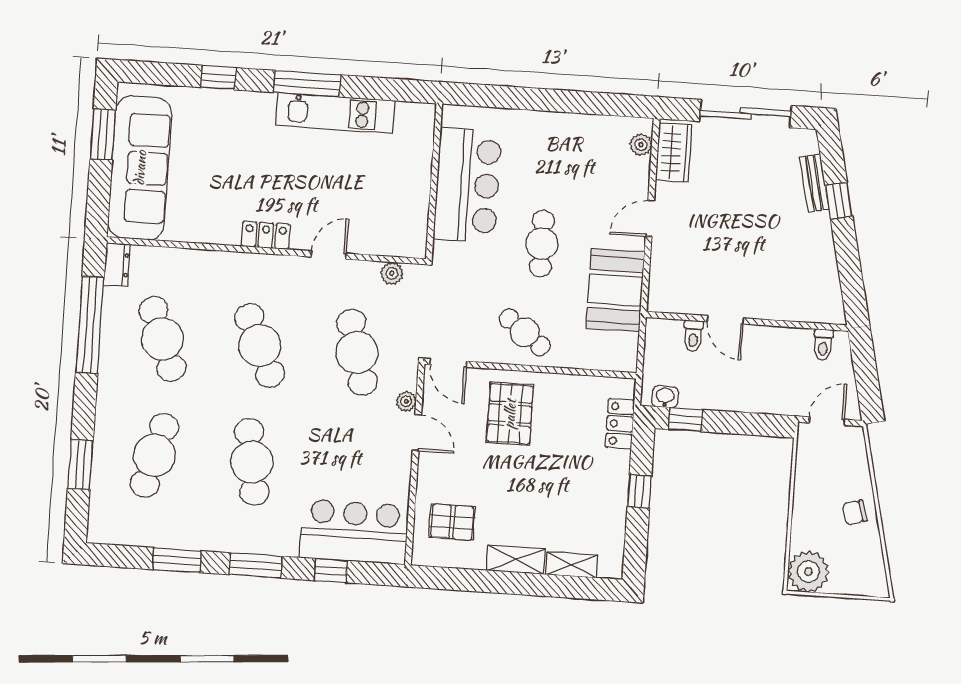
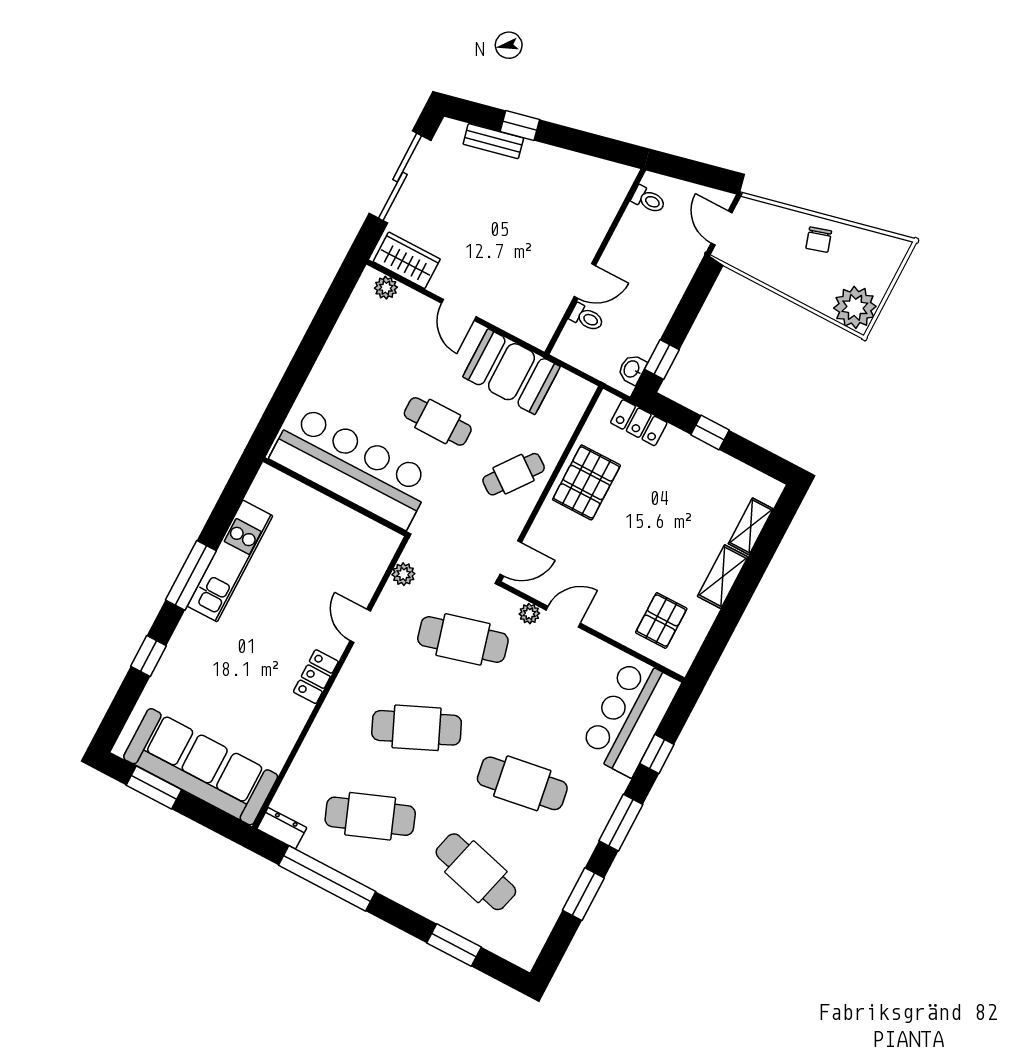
bar counter: (468, 185) -> (352, 467), width x1.36
pallet: (510, 414) -> (586, 482), moved, turned 90

